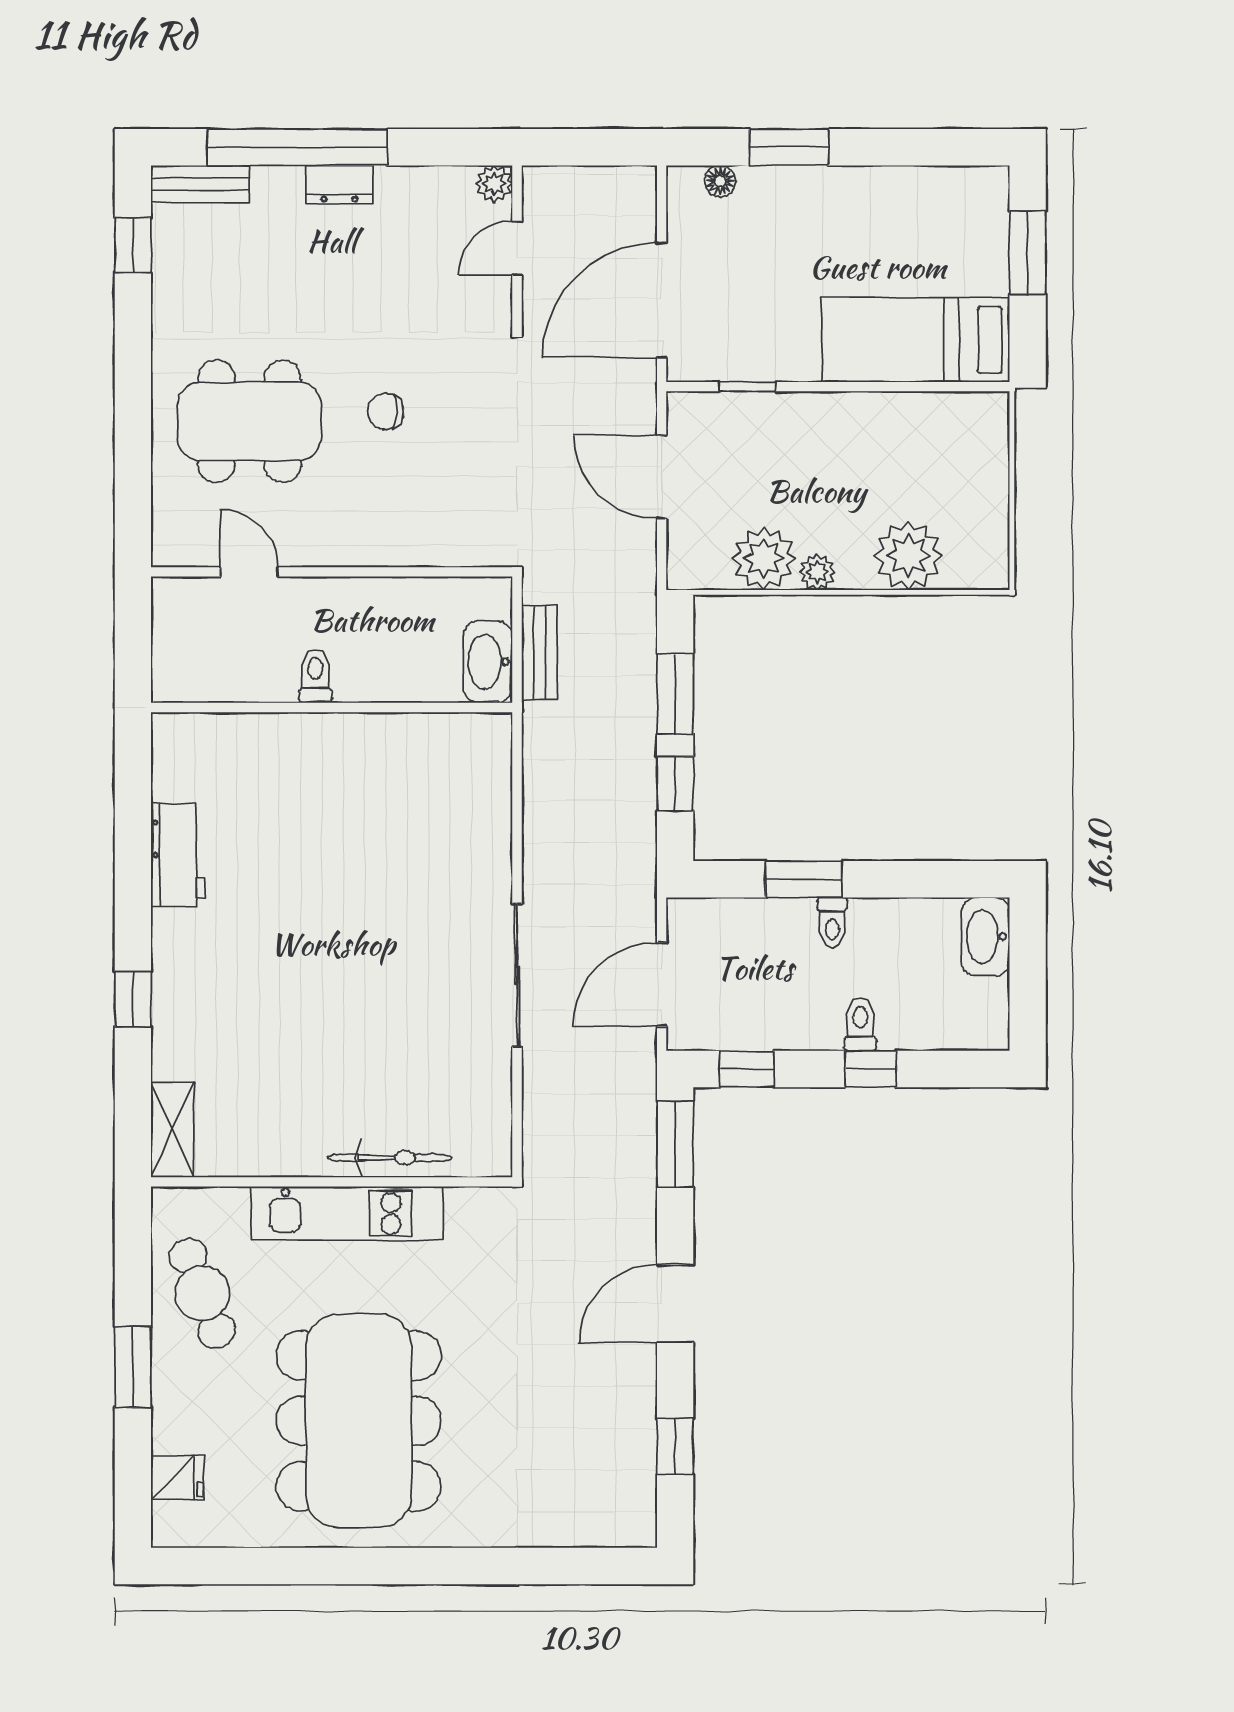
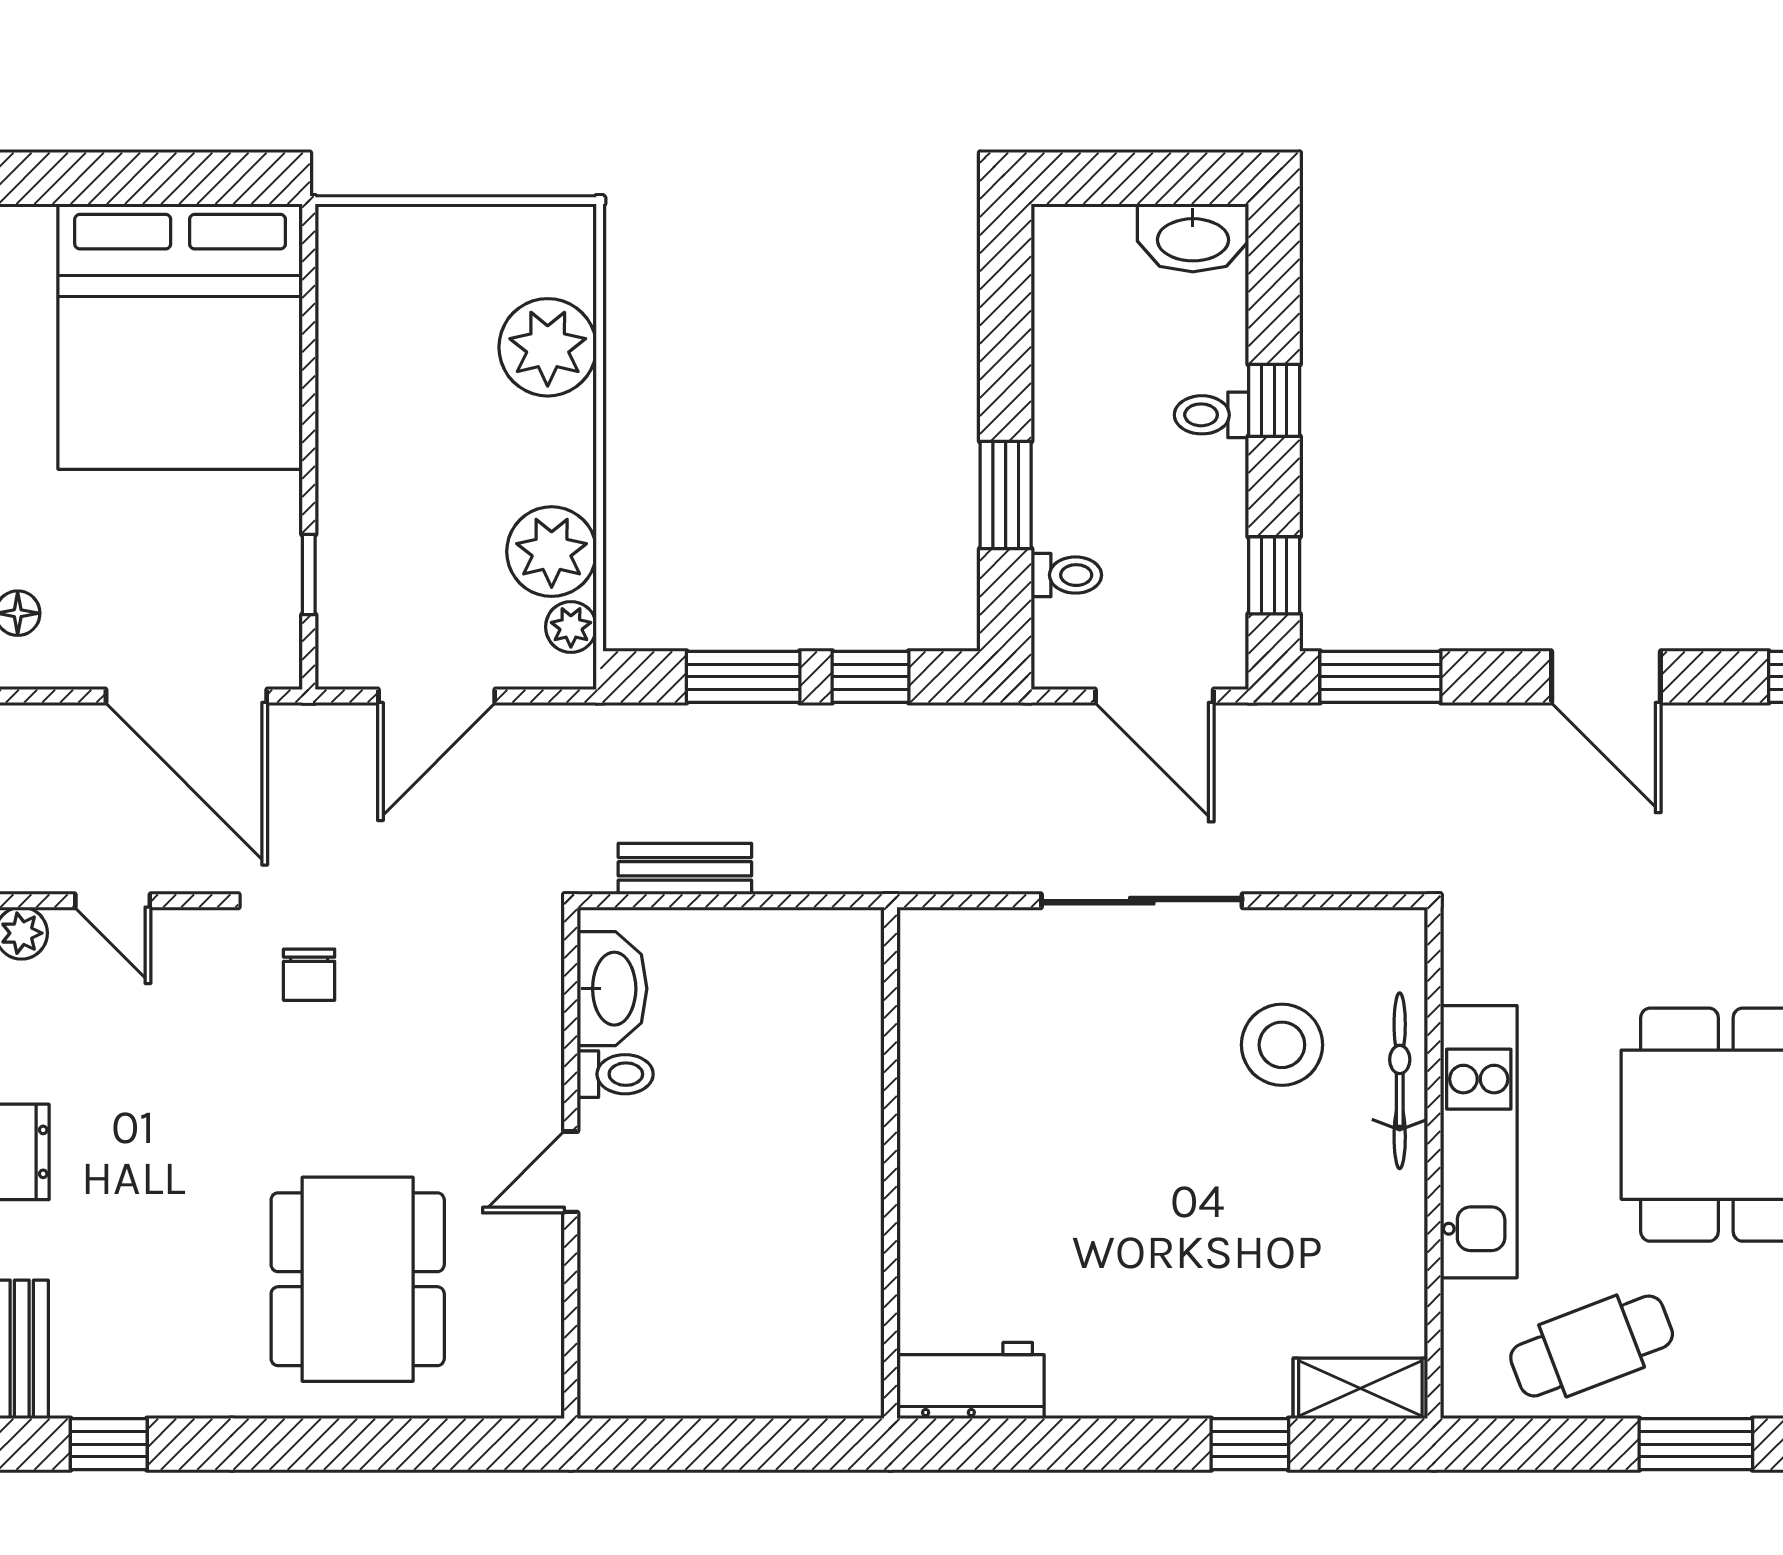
window: (1028, 253) -> (119, 178), removed
bed: (916, 340) -> (180, 337), width x2.04
chair: (386, 411) -> (309, 975), moved
door: (249, 572) -> (571, 1172), moved
plant: (817, 572) -> (571, 627), moved
washbasin: (488, 662) -> (612, 989), moved, turned -90
toilet: (315, 676) -> (615, 1074), moved, turned 180
wall: (332, 708) -> (891, 1163), moved
toilet: (832, 922) -> (1066, 575), moved
washbasin: (986, 937) -> (1193, 238), moved
window: (133, 999) -> (1250, 1444), moved
stool: (415, 1075) -> (1282, 1045), added

